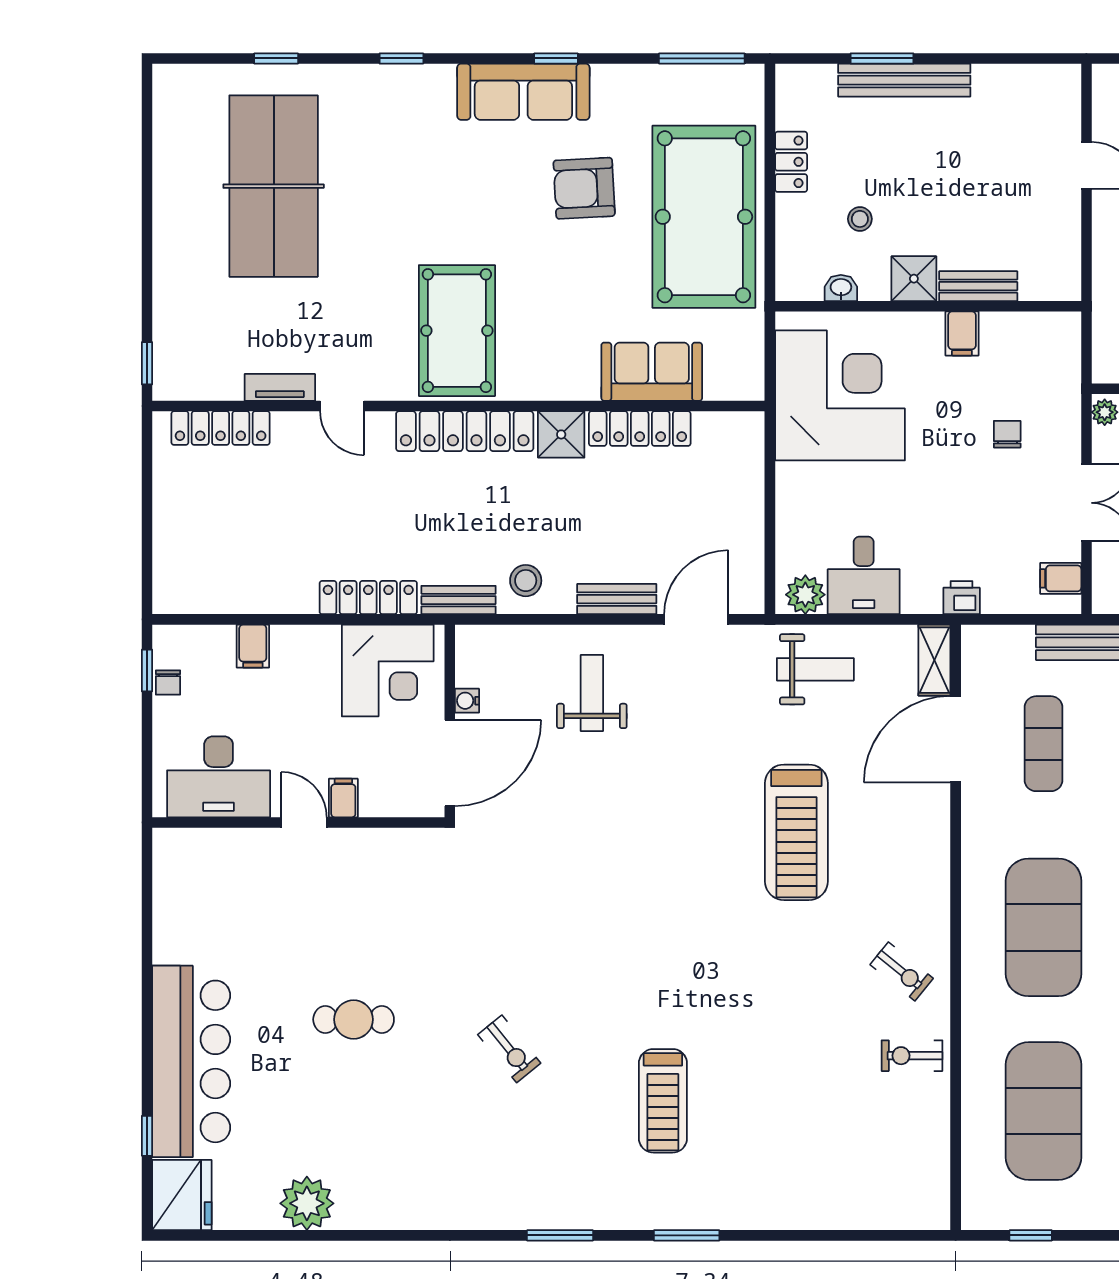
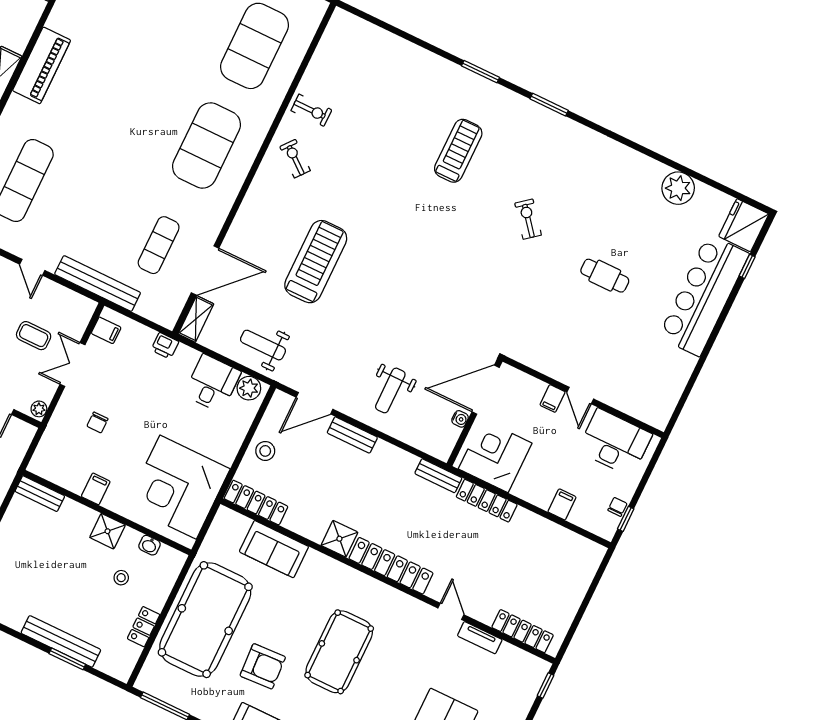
bench: (978, 286) -> (40, 494), moved
pool table: (457, 331) -> (339, 652), moved
locker: (640, 429) -> (256, 503), moved
stool: (526, 581) -> (265, 451), moved

